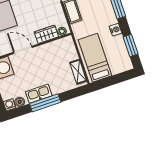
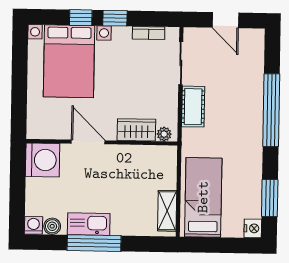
nightstand: (116, 30) -> (253, 228), moved

